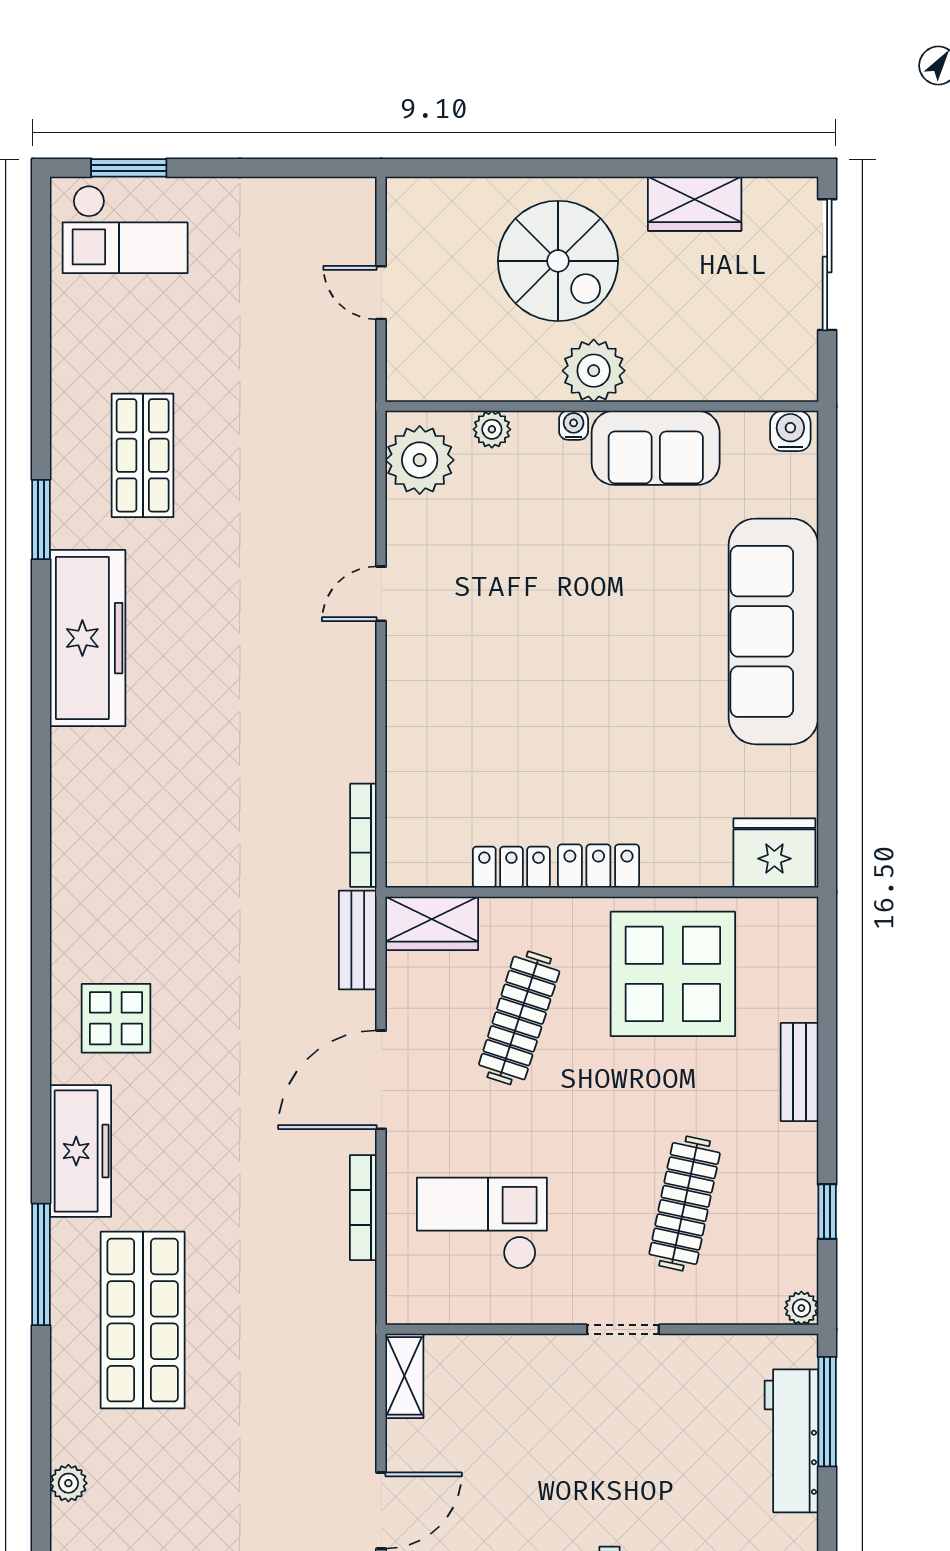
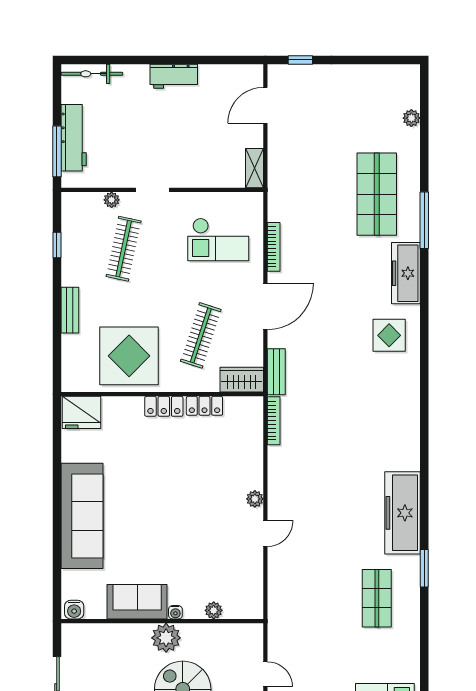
plant: (420, 460) -> (255, 499), moved, width x0.53, depth x0.53
plant: (801, 1308) -> (112, 200), moved

